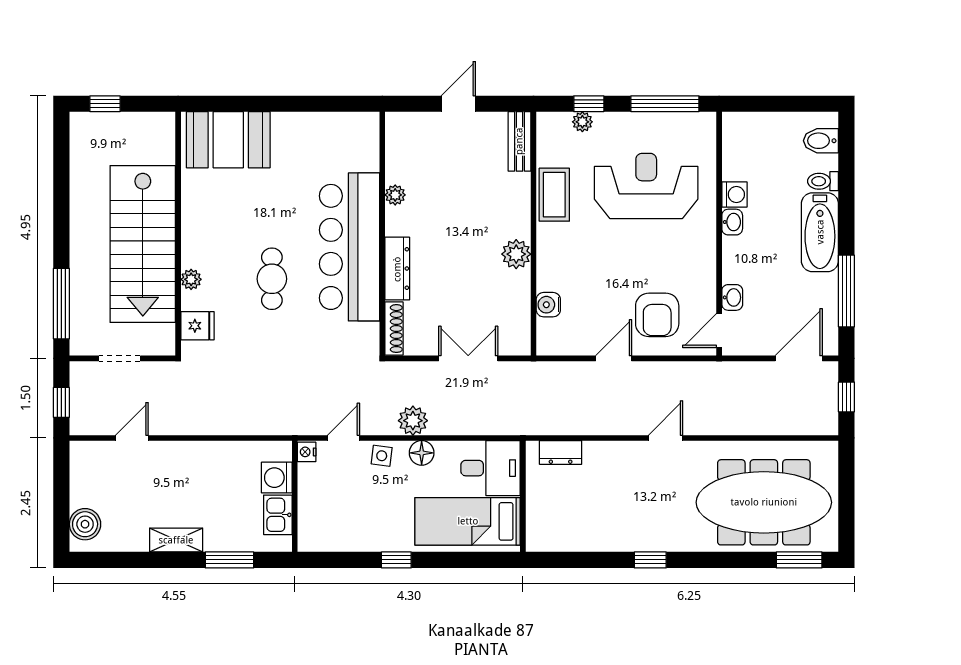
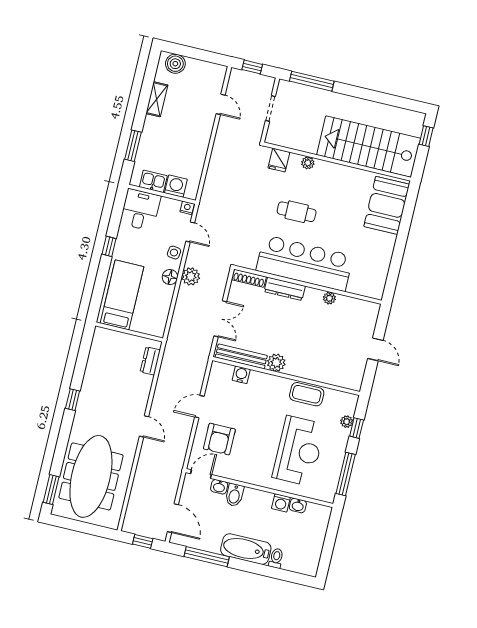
bench: (519, 141) -> (241, 356), moved, width x1.36
bidet: (821, 141) -> (234, 495), moved, turned 180
washbasin: (732, 222) -> (298, 506), moved
stairs: (143, 244) -> (369, 147), moved
armchair: (657, 315) -> (219, 439), turned -90
door: (719, 331) -> (201, 474), hinge flipped
door: (614, 358) -> (199, 407), swing flipped
desk: (491, 468) -> (140, 210), moved, turned 180
shelving: (176, 540) -> (157, 99), moved

